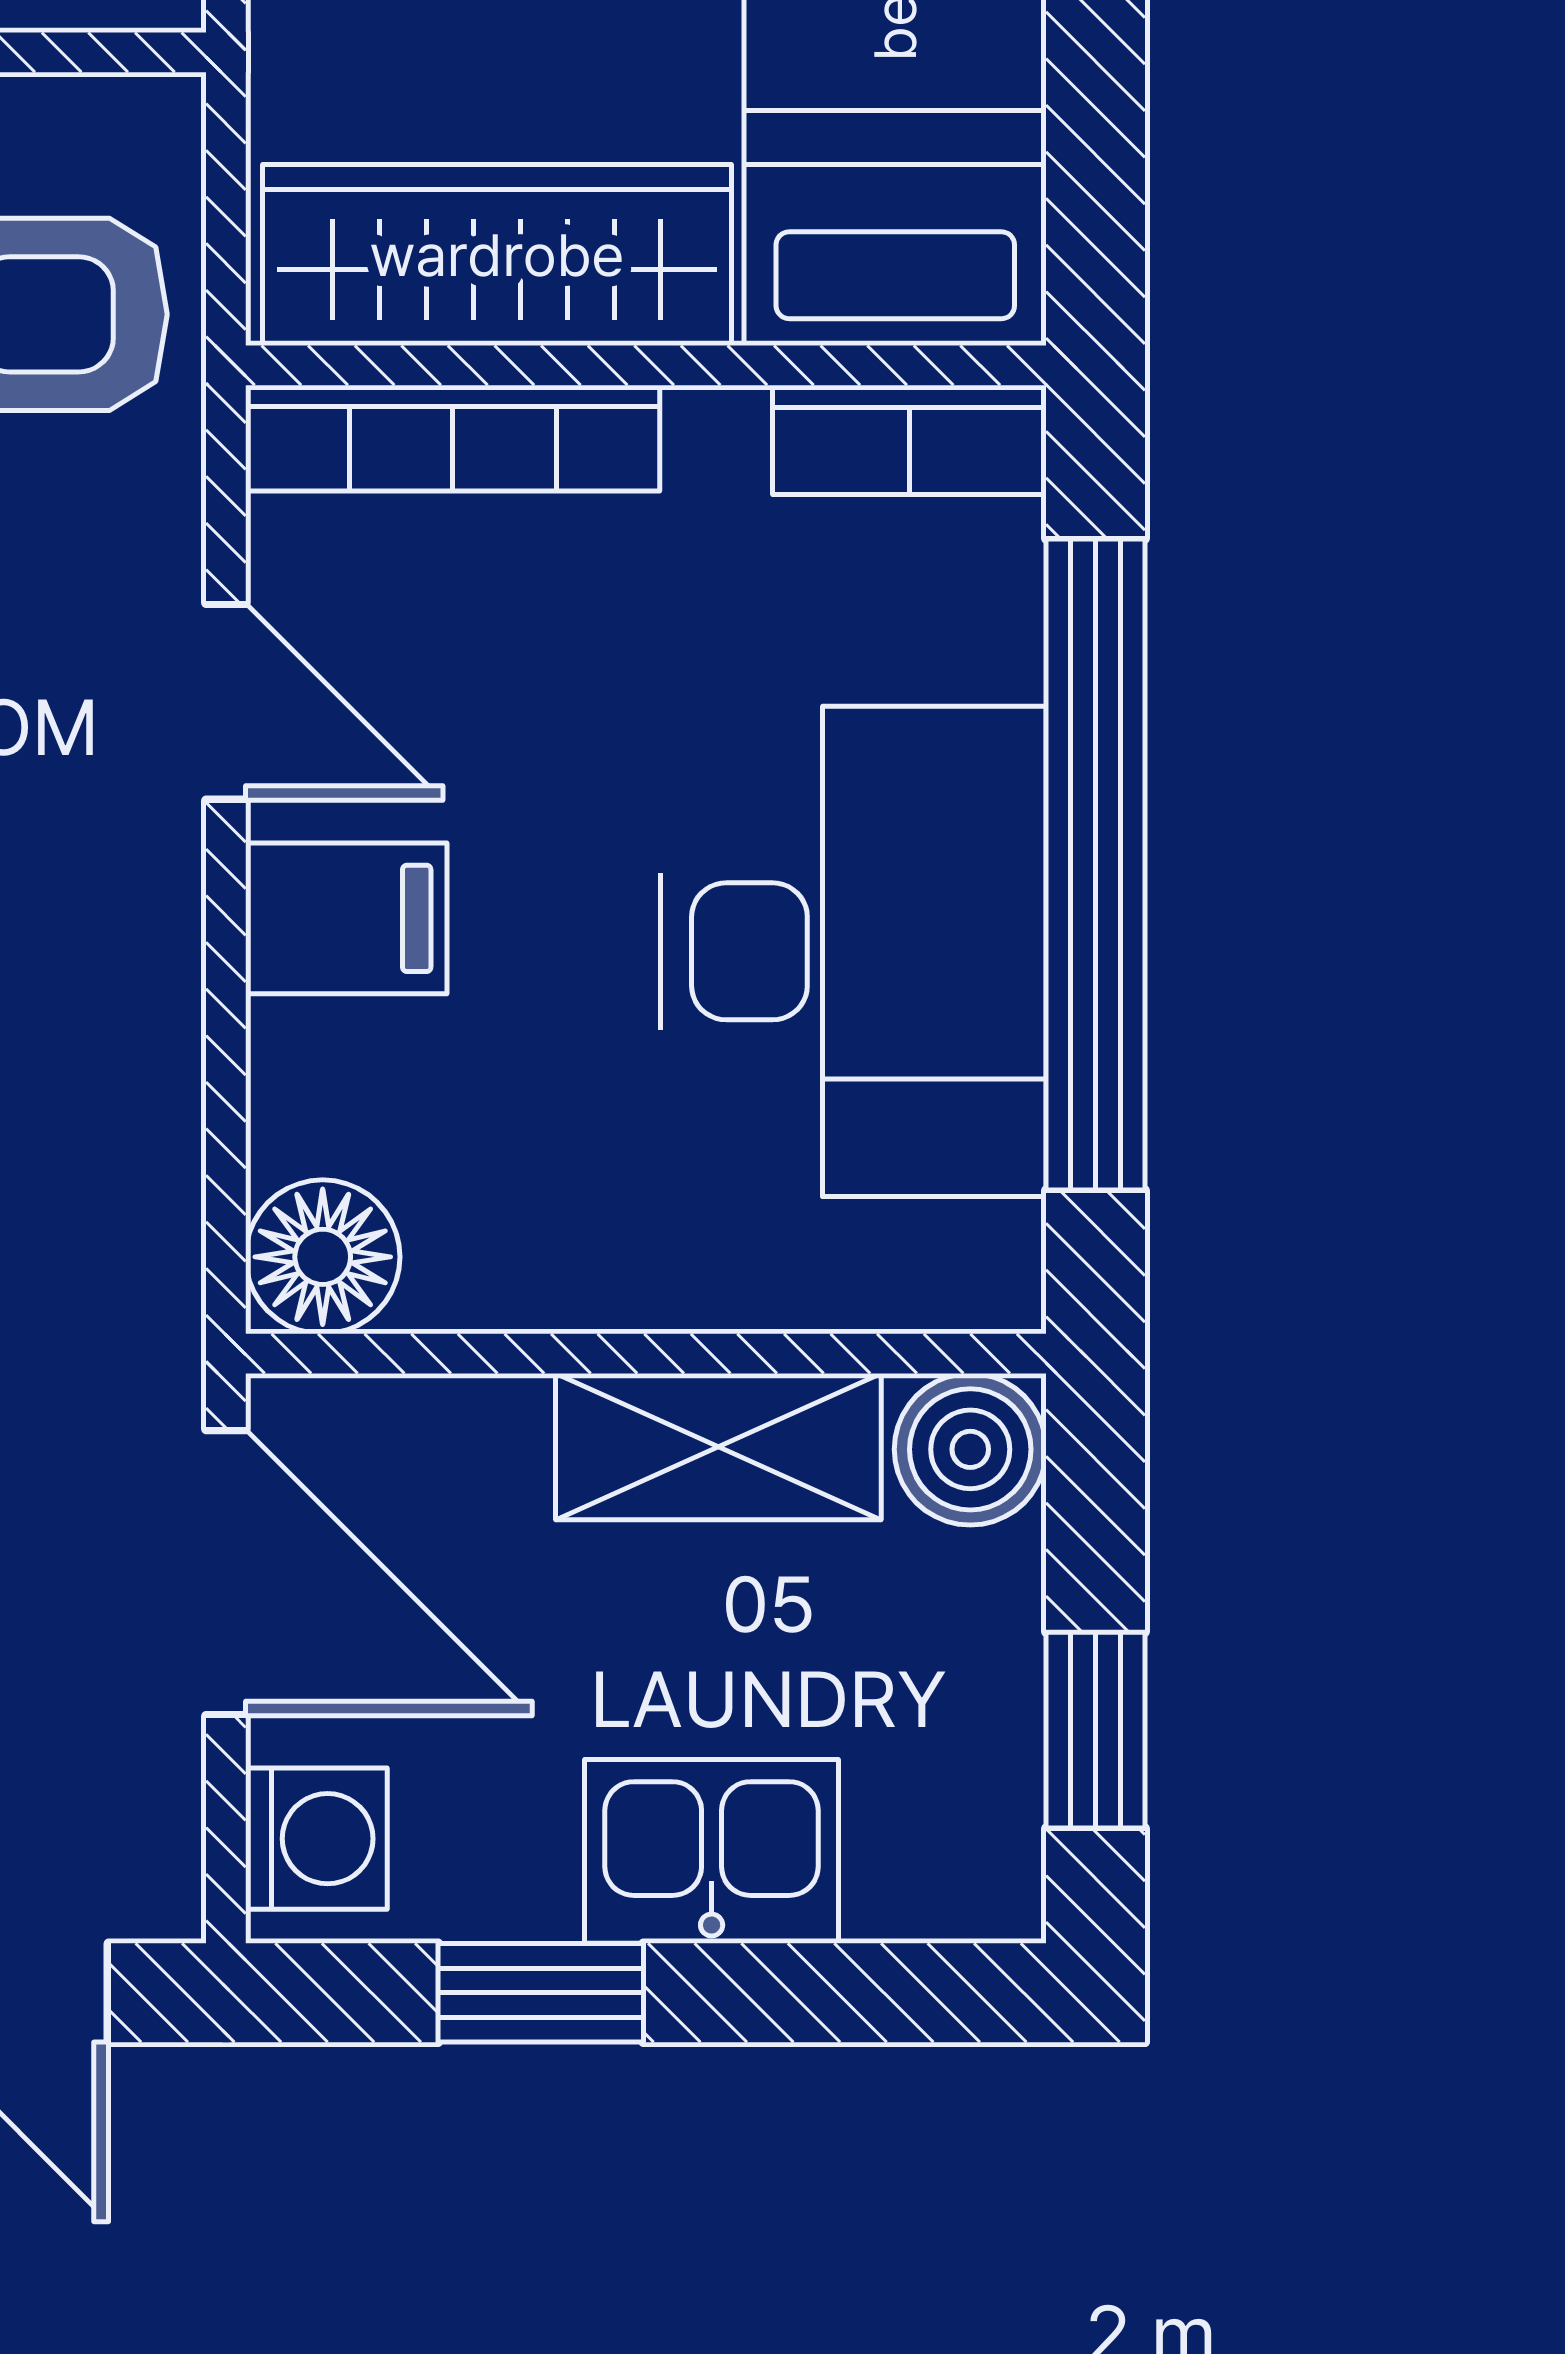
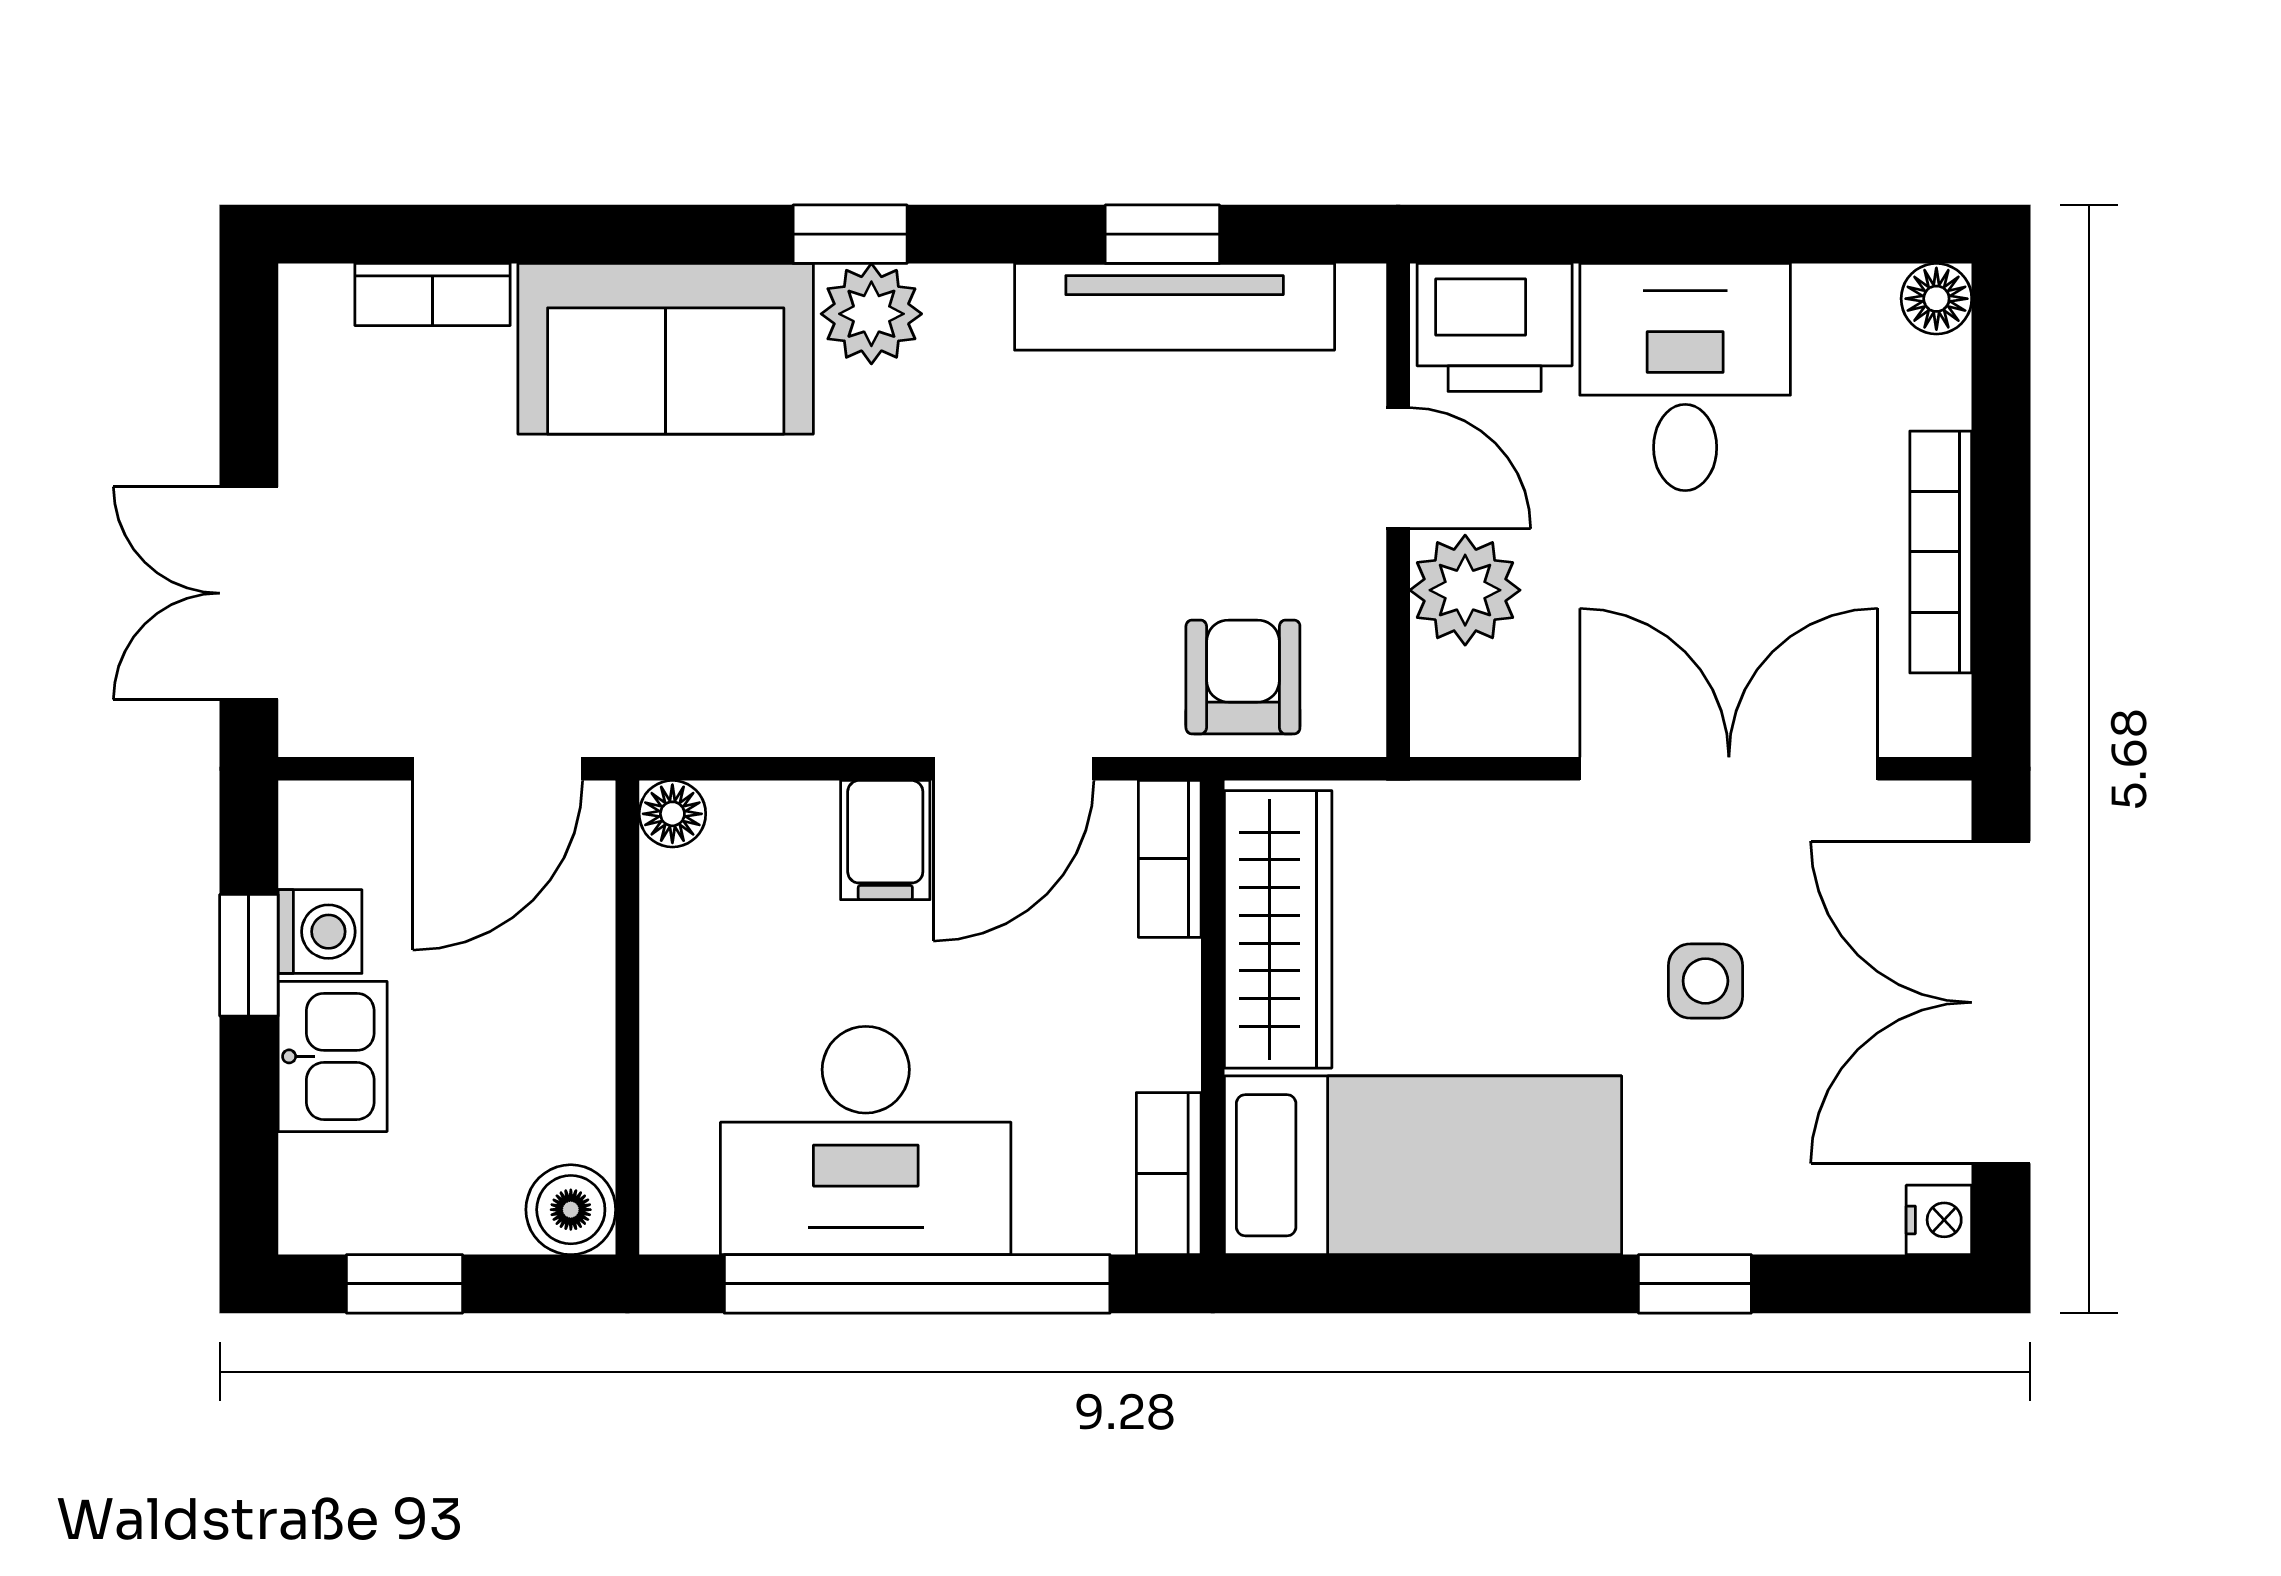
bookcase: (453, 438) -> (1170, 859), width x0.64
door: (226, 702) -> (1014, 769), width x1.38
floor lamp: (323, 1257) -> (672, 814), width x0.73, depth x0.73
shelving: (718, 1447) -> (572, 1061), removed
washing machine: (316, 1839) -> (320, 932), moved, turned -90

